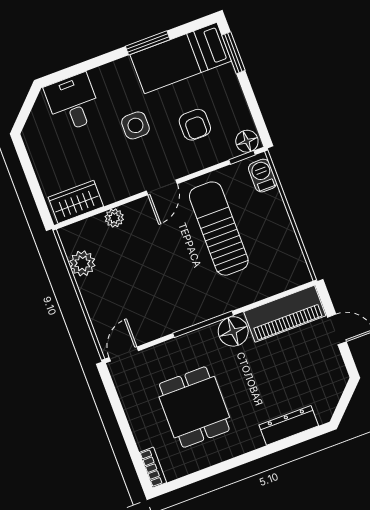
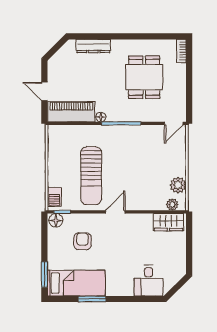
side table: (135, 125) -> (117, 254), removed
plant: (114, 218) -> (172, 205), moved
floor lamp: (233, 331) -> (101, 117), width x0.53, depth x0.53

